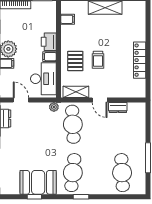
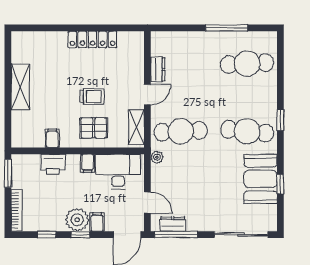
filing cabinet: (68, 19) -> (52, 138), moved
printer: (49, 42) -> (53, 164), moved
door: (21, 100) -> (147, 203), swing flipped

